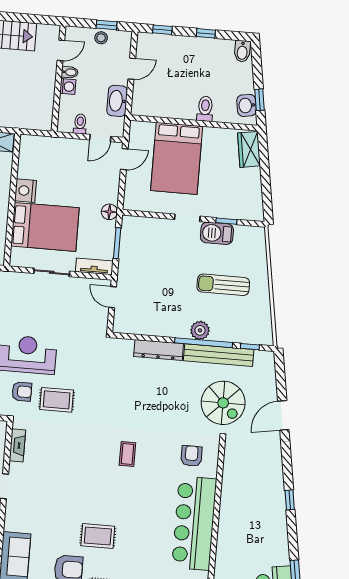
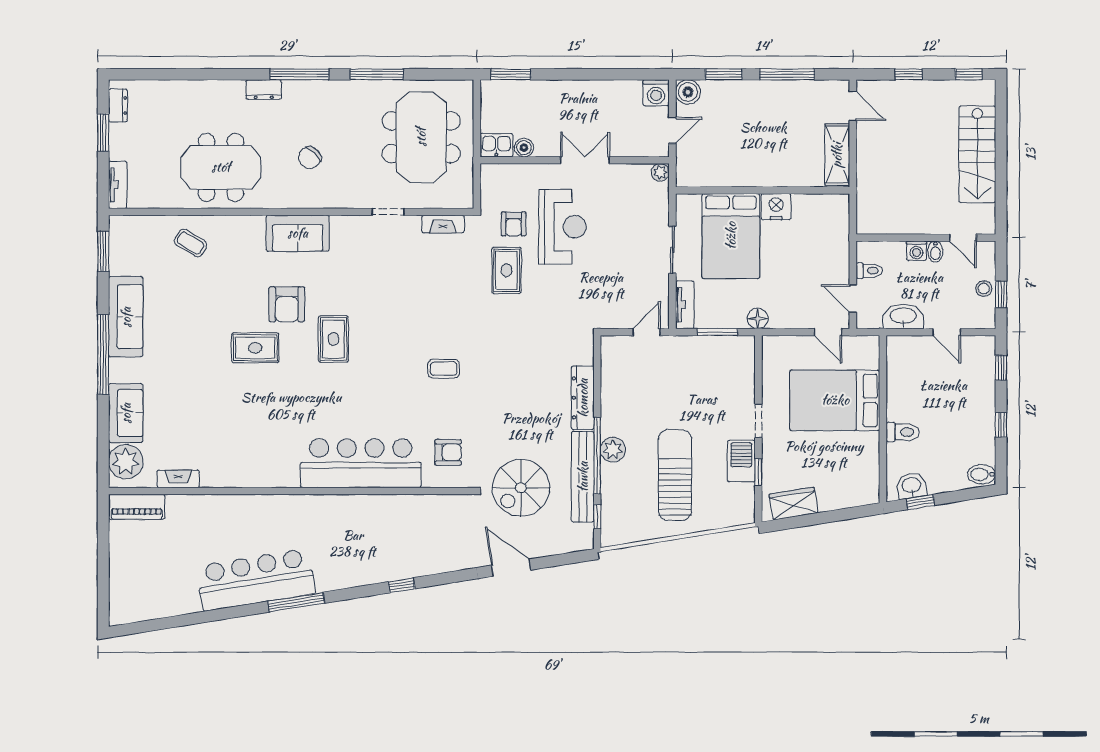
wardrobe: (249, 149) -> (794, 504), moved
sun lounger: (223, 285) -> (675, 475), width x1.36, depth x1.34

